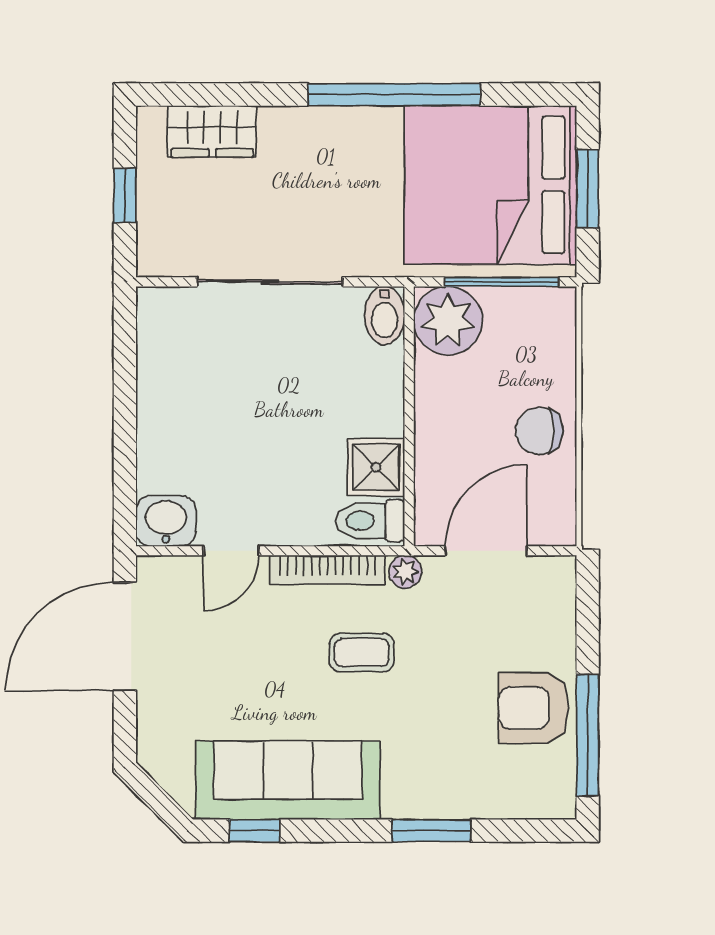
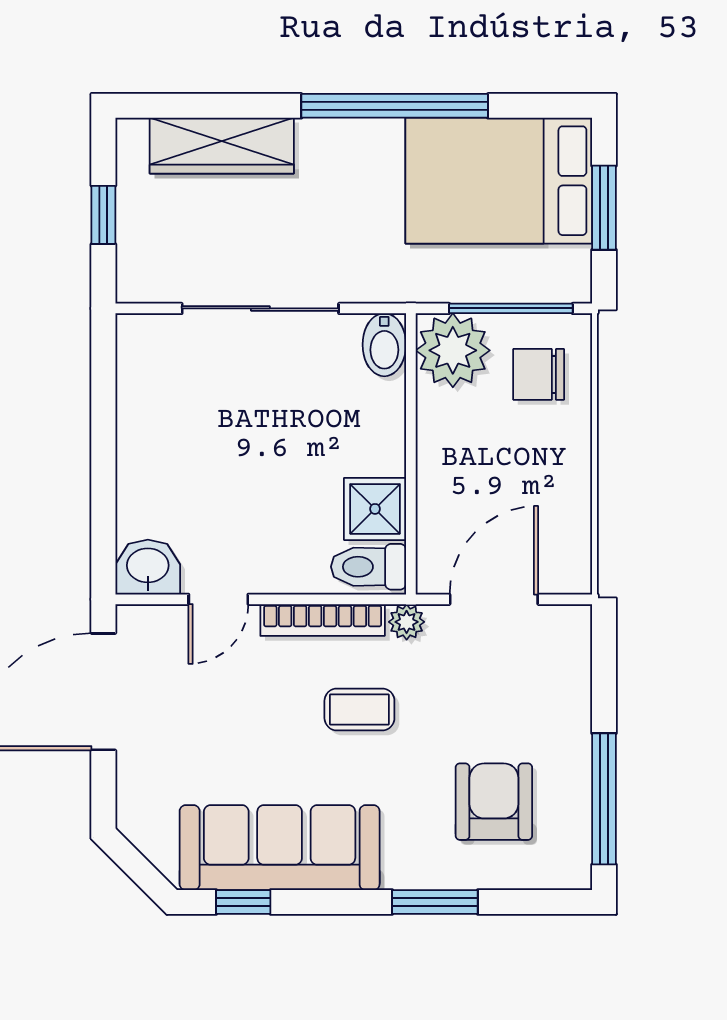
wardrobe: (212, 131) -> (222, 146), width x1.50
bed: (490, 185) -> (499, 181), width x0.73
chair: (539, 431) -> (539, 374), moved
armchair: (534, 708) -> (494, 802), moved, turned 90

